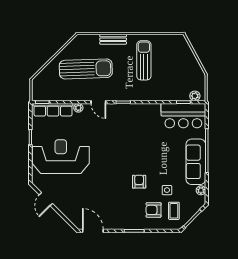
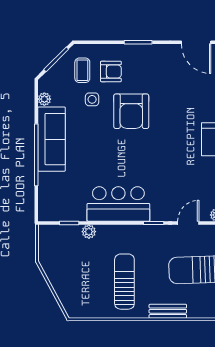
sun lounger: (144, 60) -> (124, 282), turned 180
plant: (195, 96) -> (89, 232), moved
door: (98, 102) -> (188, 223), hinge flipped
bar counter: (183, 116) -> (118, 204), moved
armchair: (139, 182) -> (131, 111), width x1.88, depth x1.88

